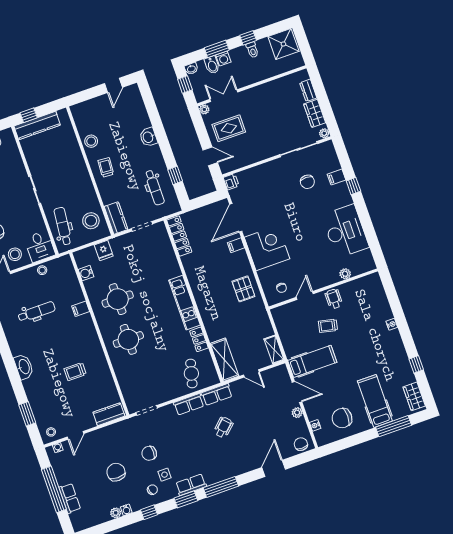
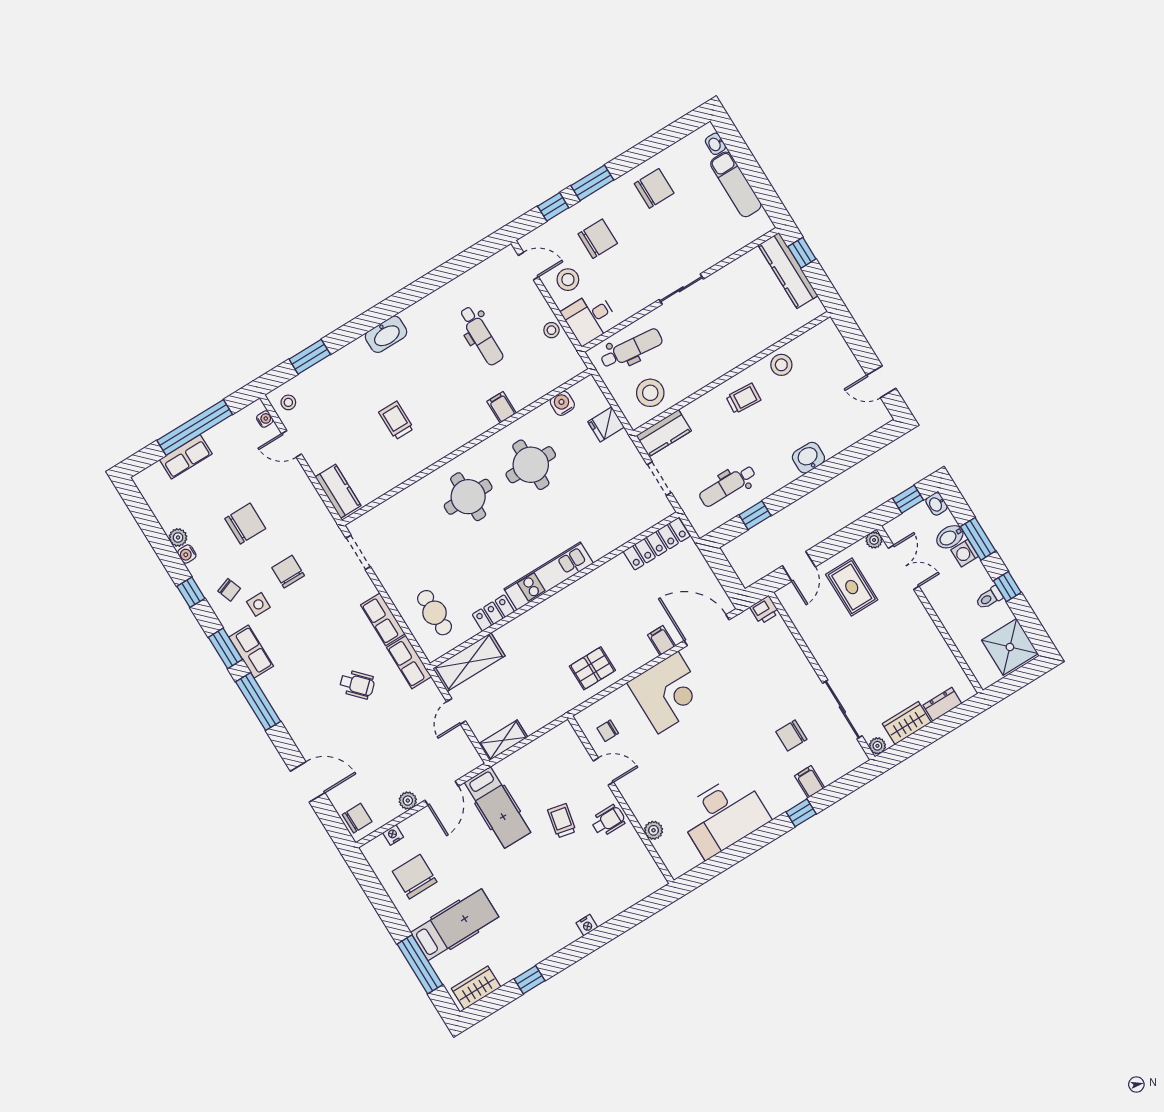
cafe table: (191, 373) -> (435, 613), turned 75

